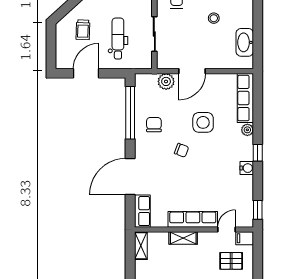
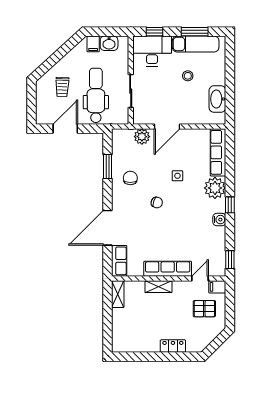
dental chair: (118, 38) -> (96, 95), width x1.36, depth x1.38
window: (130, 113) -> (107, 167), width x0.47
side table: (203, 122) -> (177, 176), width x0.54, depth x0.54
plant: (247, 130) -> (215, 188), width x1.88, depth x1.88

